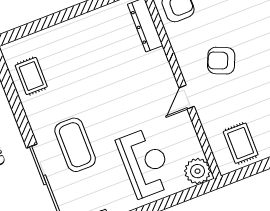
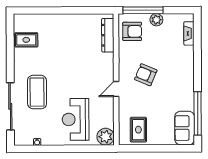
rug: (31, 76) -> (26, 40), turned 90
reception desk: (145, 163) -> (76, 119), turned 180

